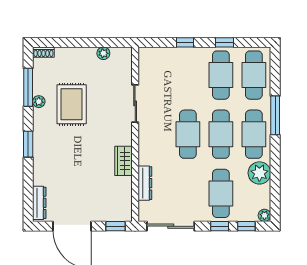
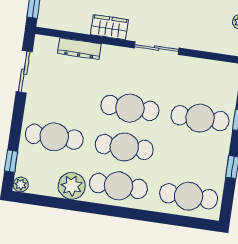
cafe table: (221, 75) -> (200, 118), moved
sliding door: (135, 103) -> (157, 48), moved
window: (275, 115) -> (137, 214), removed
sliding door: (171, 226) -> (24, 72), width x0.73
window: (220, 226) -> (16, 130), removed

